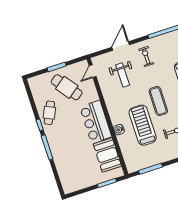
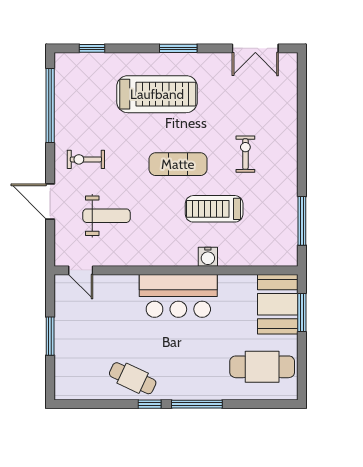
cafe table: (67, 87) -> (262, 367), moved, turned 37
treadmill: (143, 125) -> (214, 209), width x0.73, depth x0.73
booth: (107, 155) -> (278, 304), moved, turned 90

